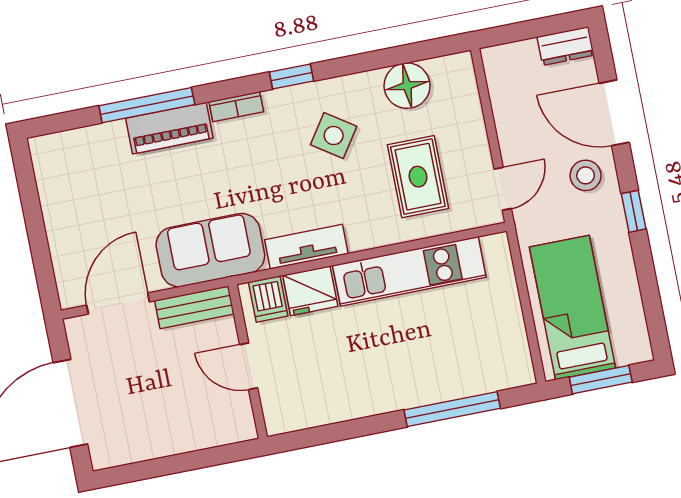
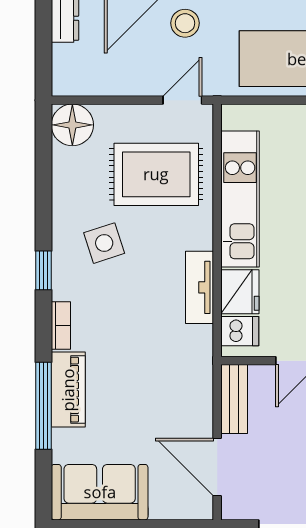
floor lamp: (407, 86) -> (72, 125), moved
side table: (334, 136) -> (104, 243), turned 38
rug: (418, 177) -> (156, 174), width x1.36, depth x1.43
door: (503, 189) -> (182, 100), hinge flipped
sofa: (210, 250) -> (100, 492), moved, turned 90

